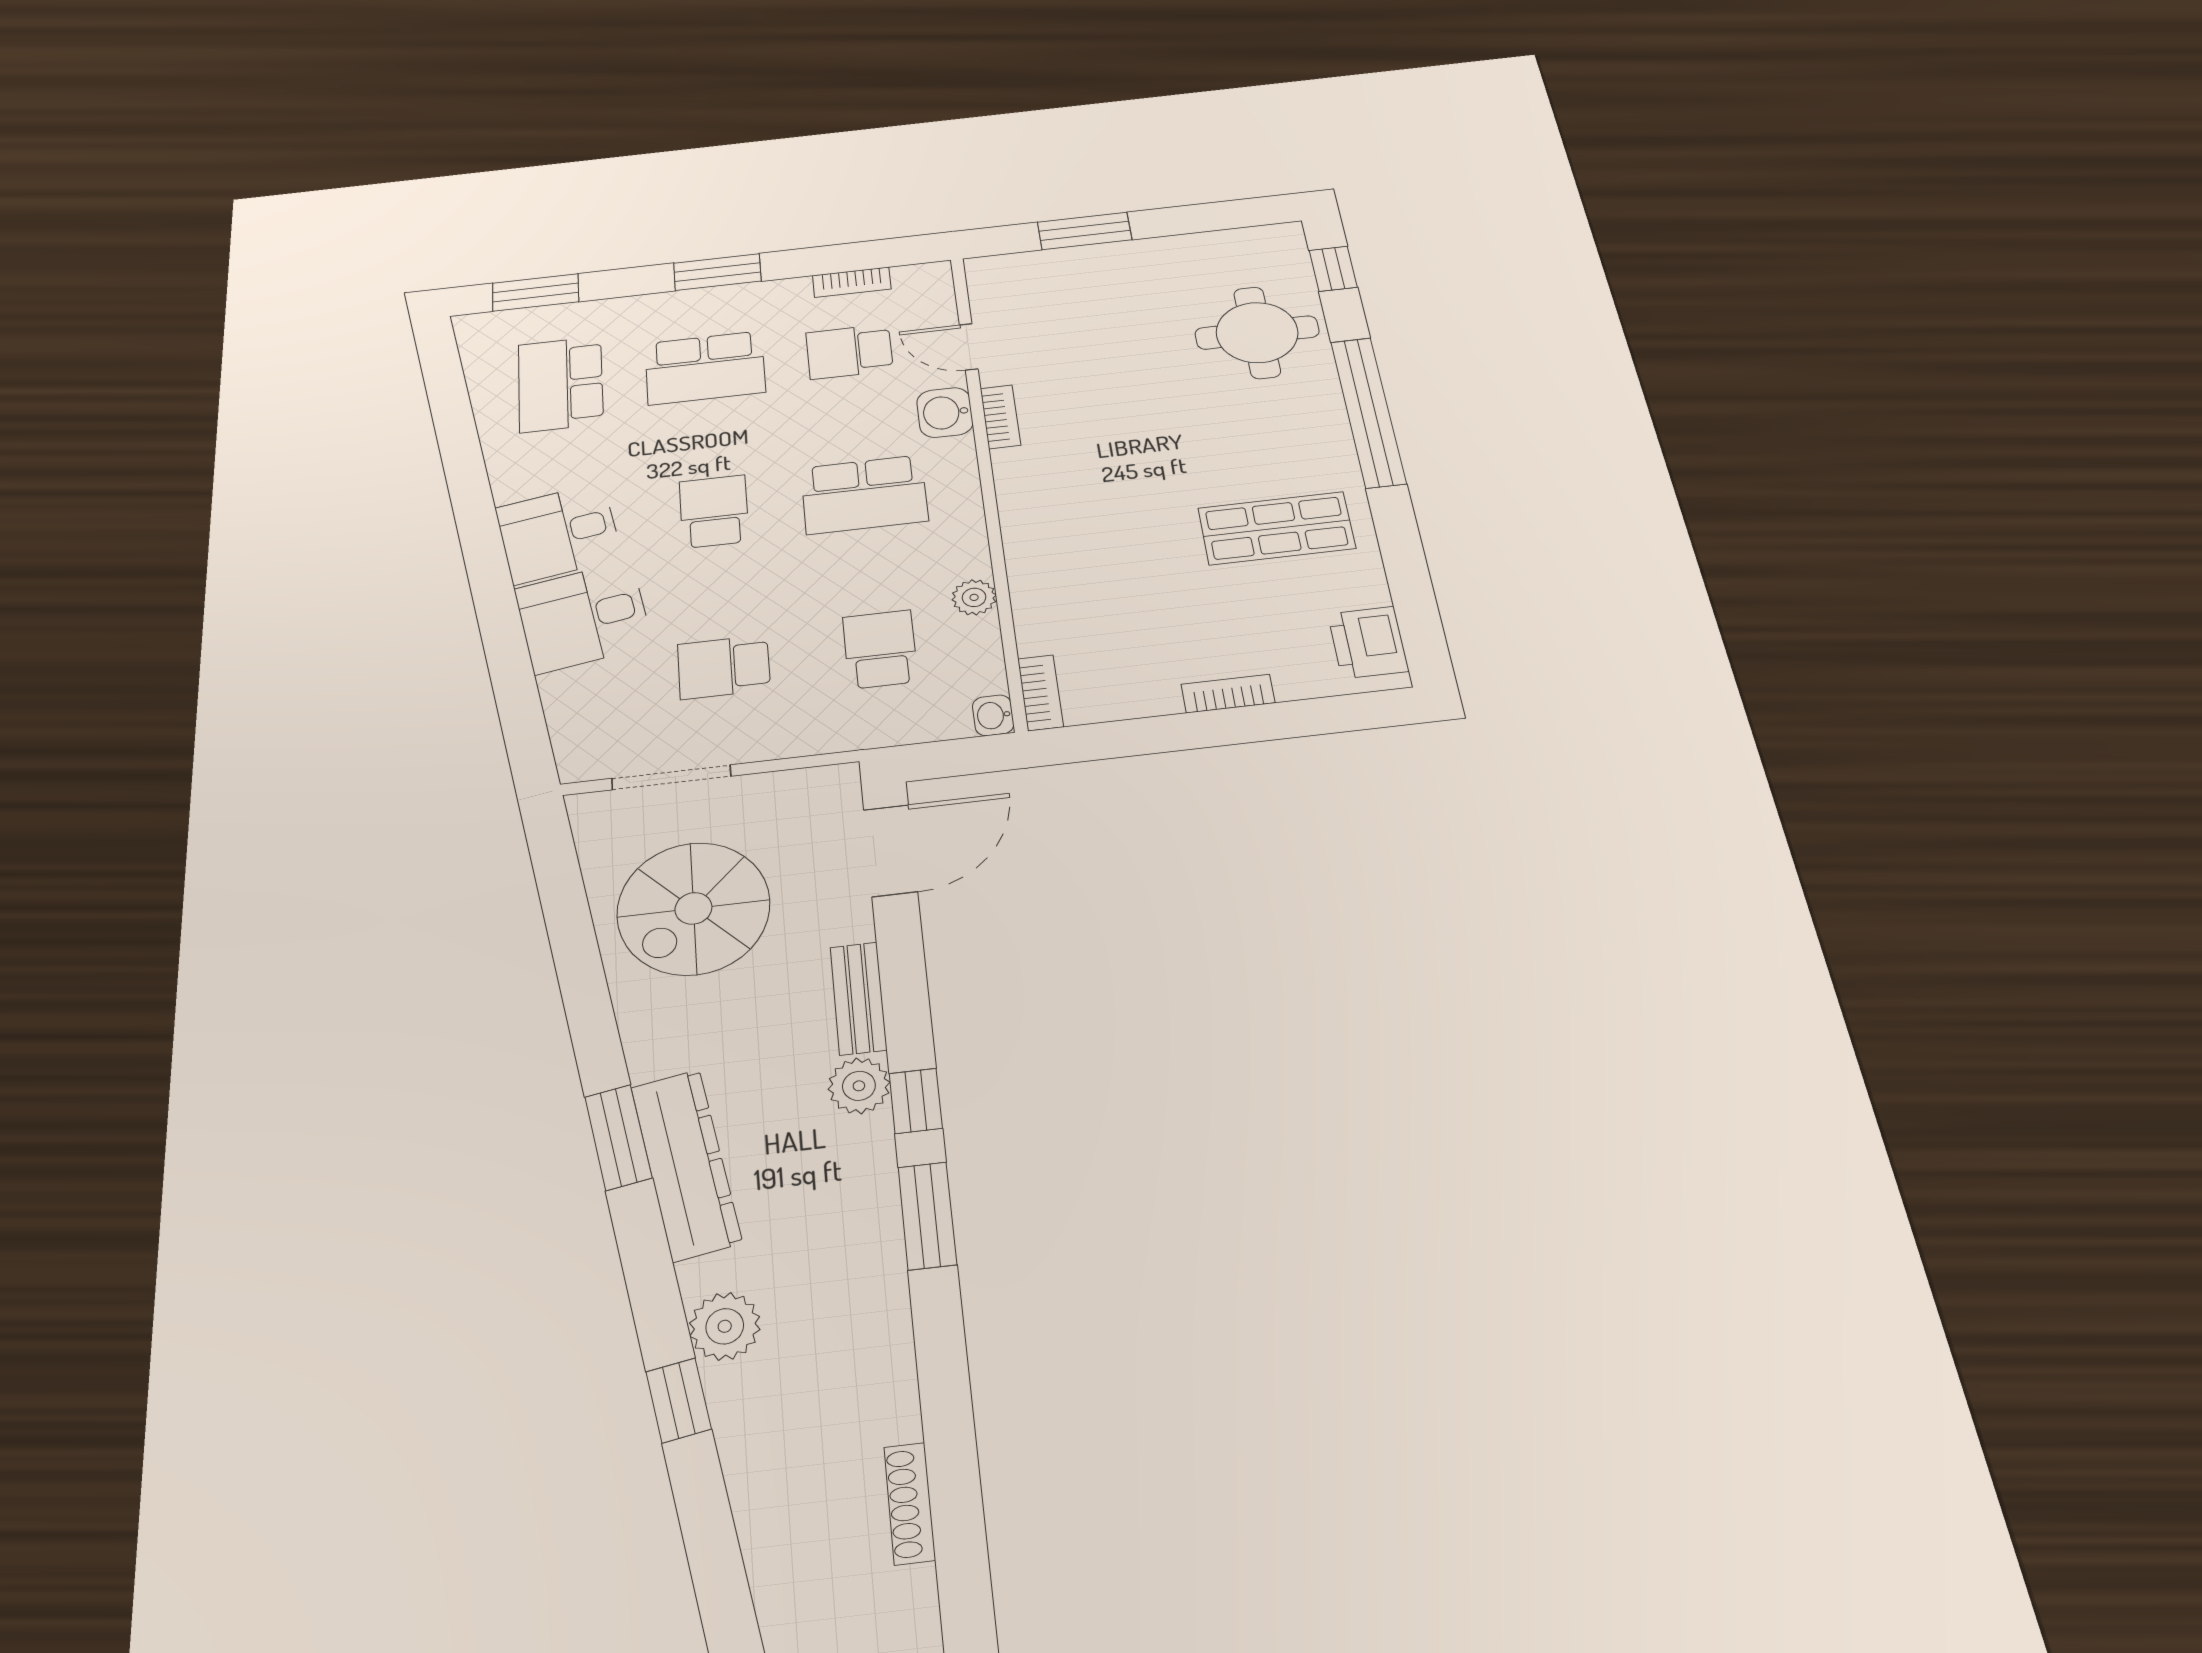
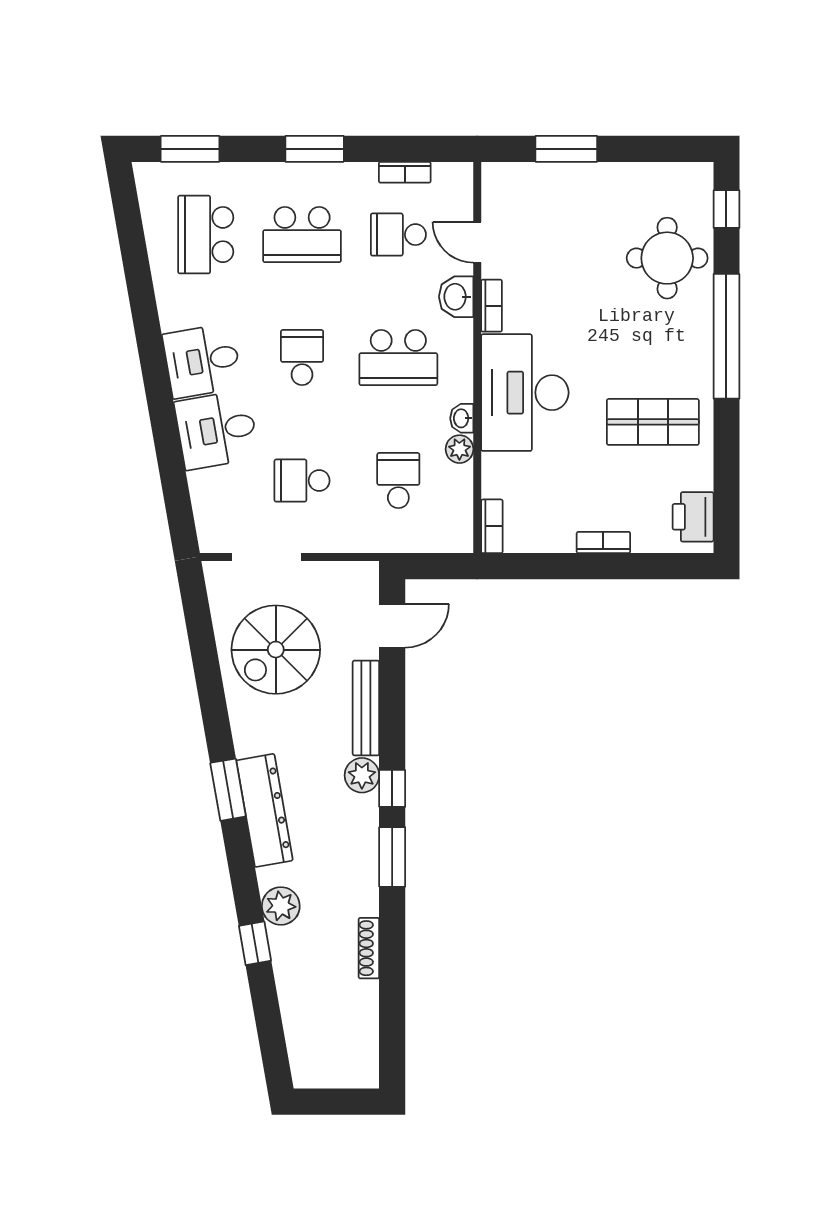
desk: (1068, 515) -> (525, 393), added
washbasin: (993, 715) -> (462, 418), moved
door: (890, 850) -> (392, 626), width x0.73
bench: (858, 998) -> (366, 708), width x1.36
shoe rack: (910, 1503) -> (369, 948), moved

